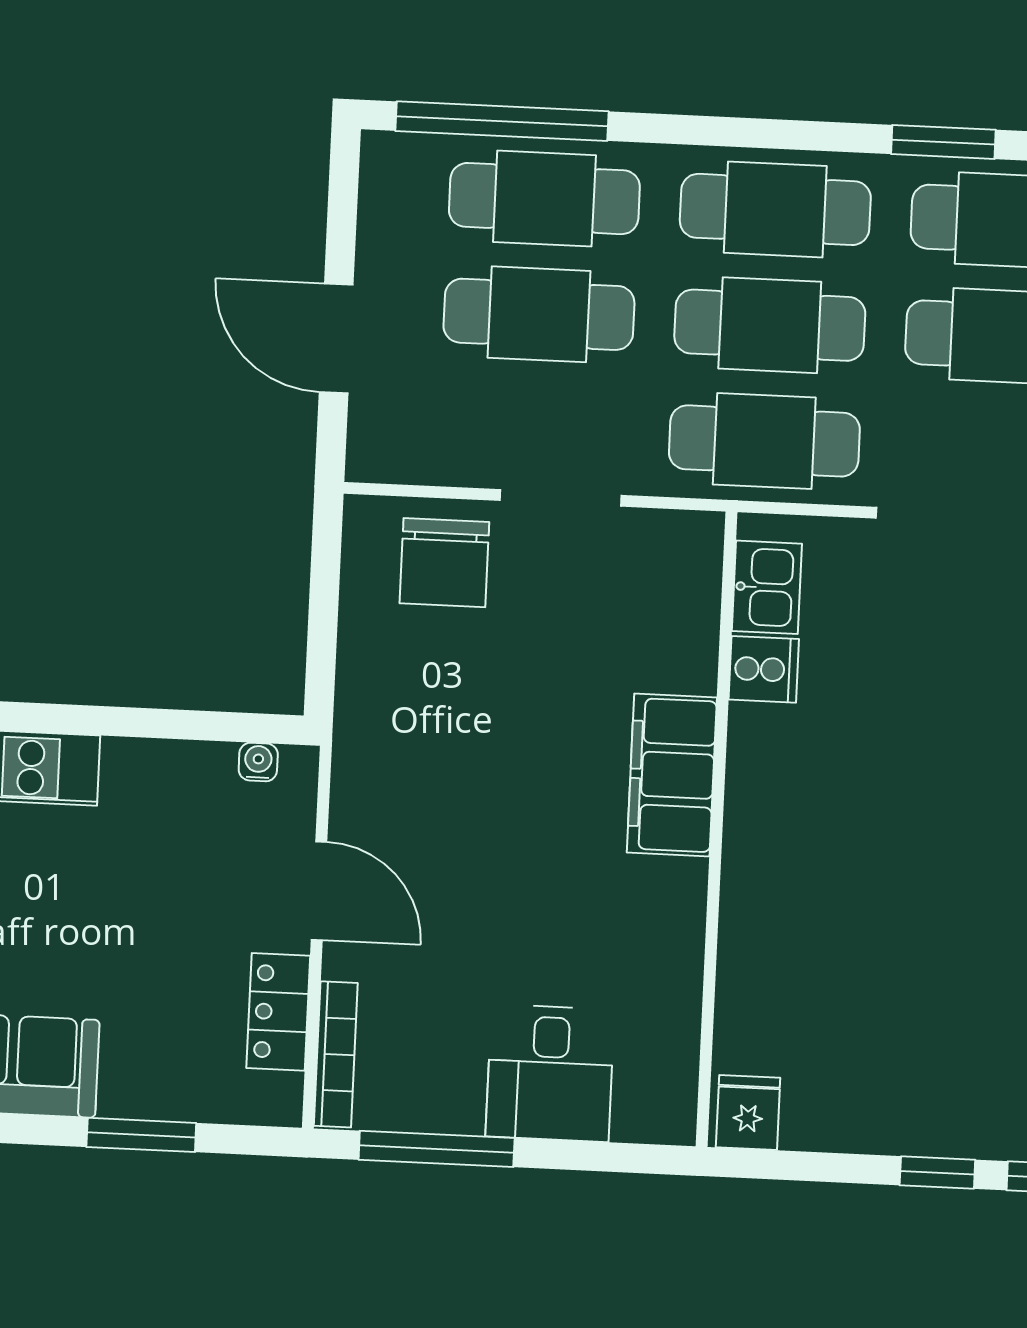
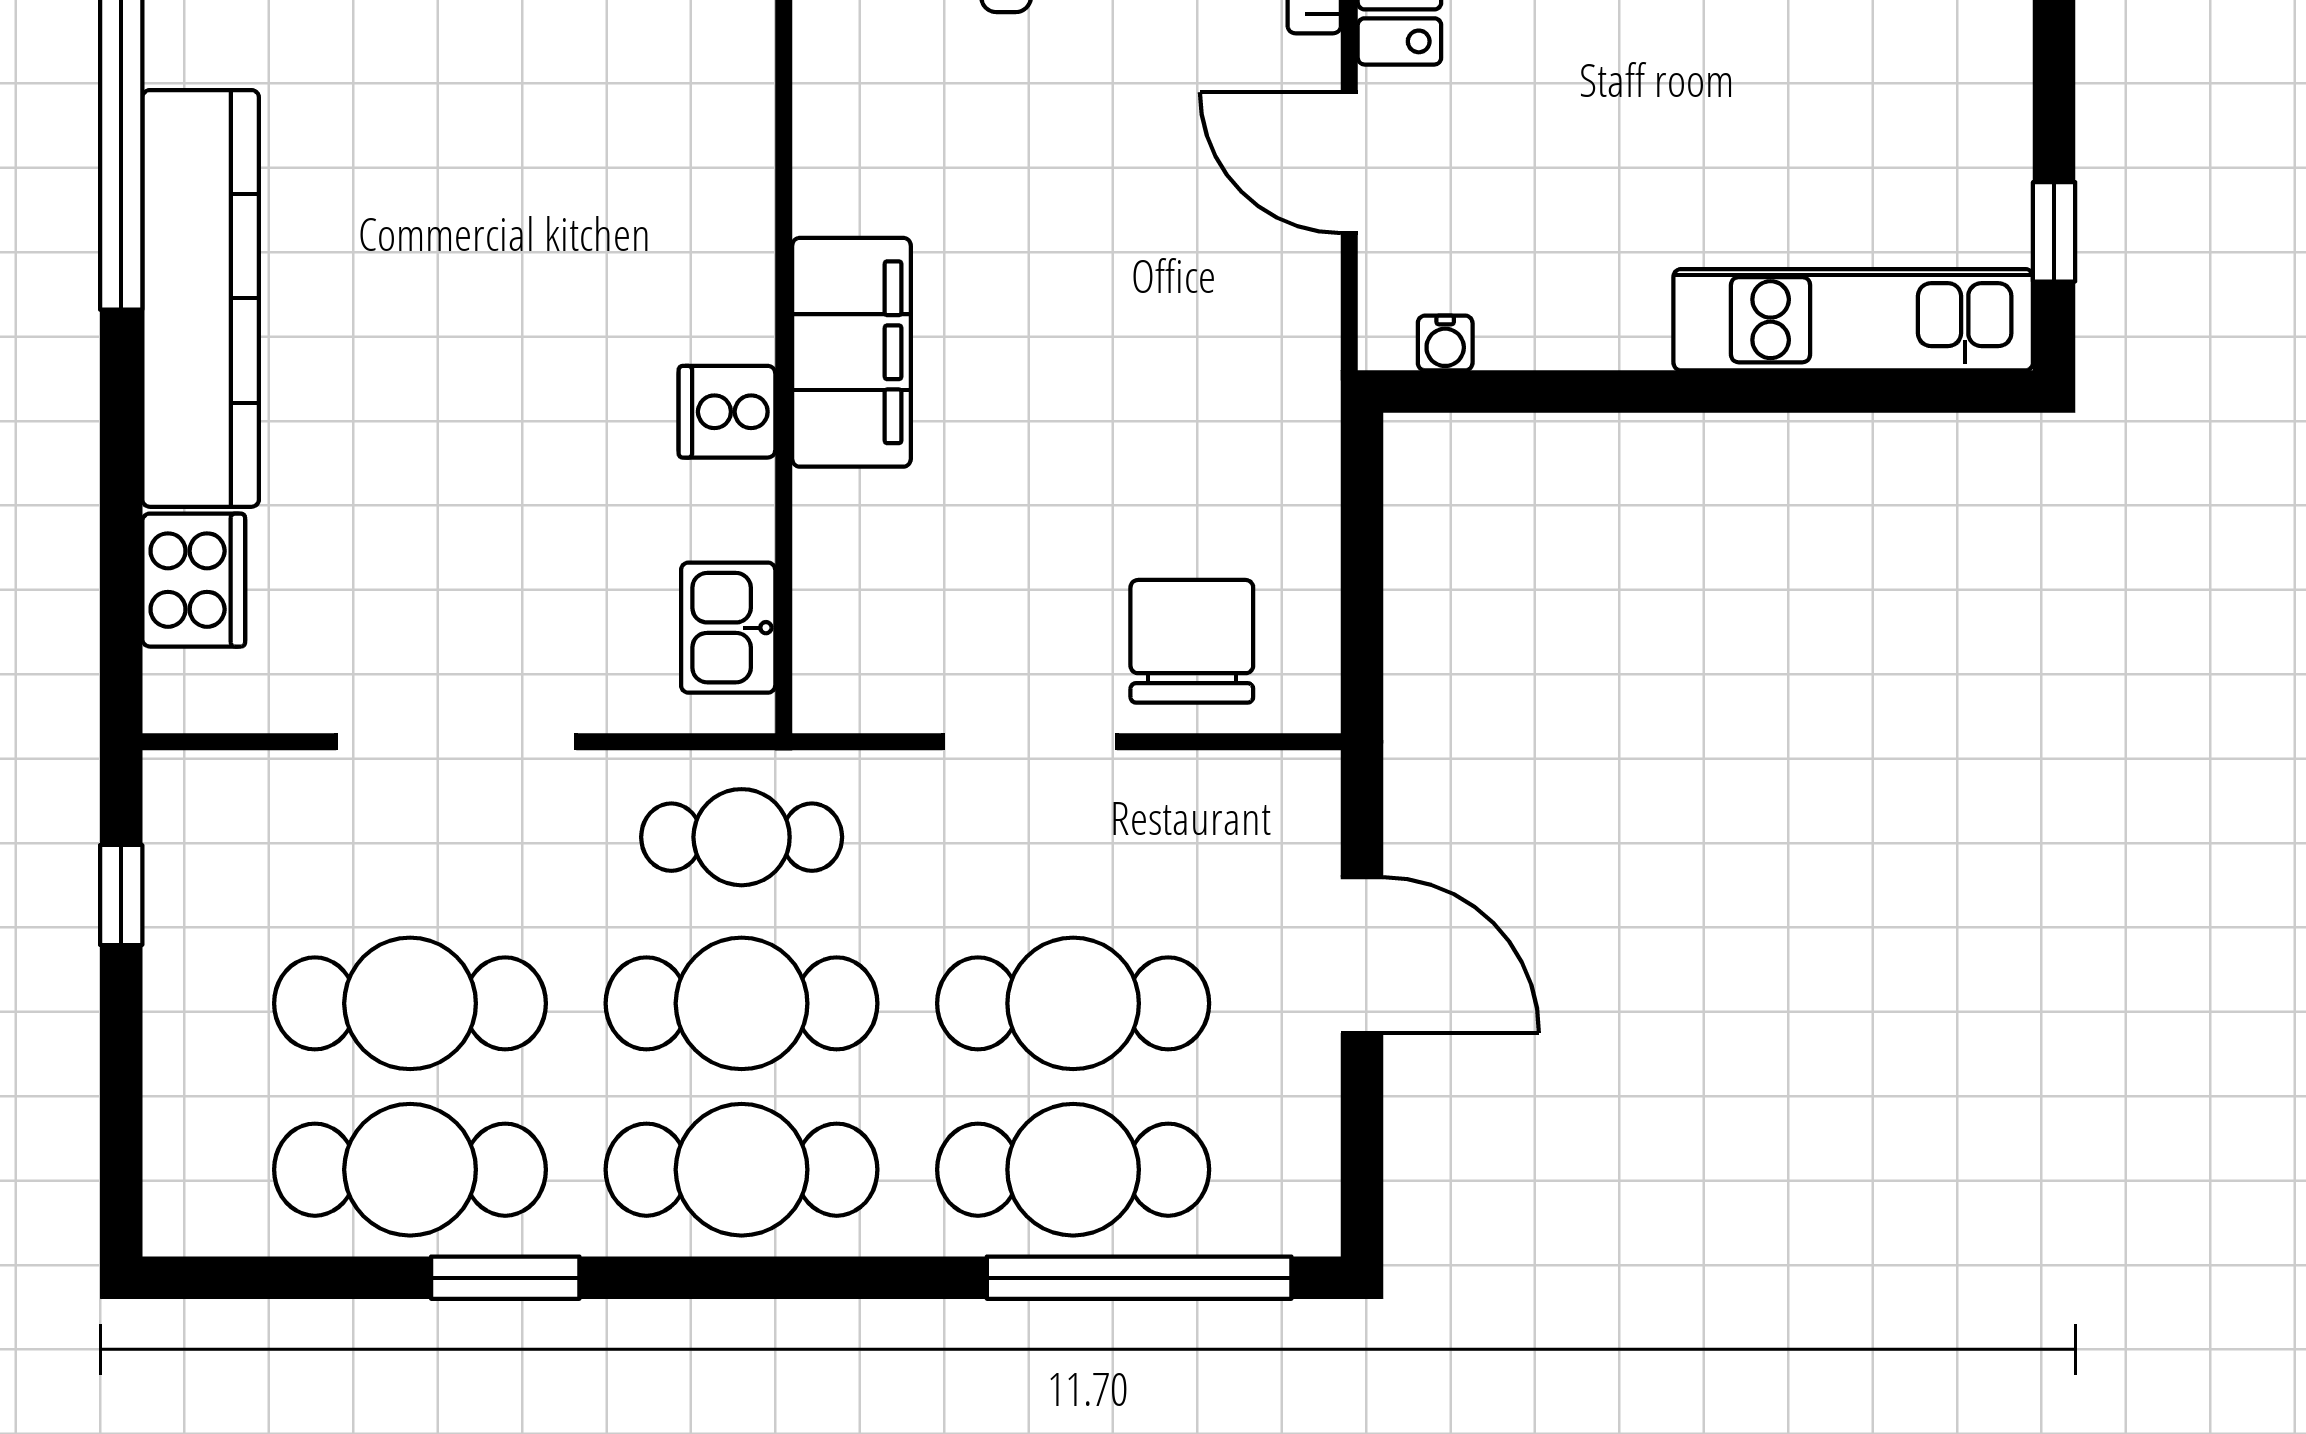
cafe table: (764, 441) -> (742, 837), width x0.73, depth x0.74
cooker: (764, 669) -> (727, 412), moved

